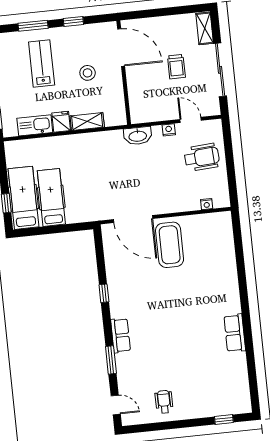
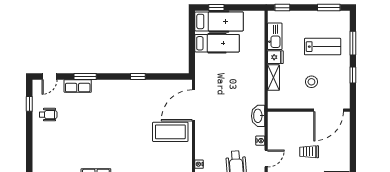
row of seats: (121, 335) -> (78, 86), moved
window: (224, 420) -> (29, 104), moved

